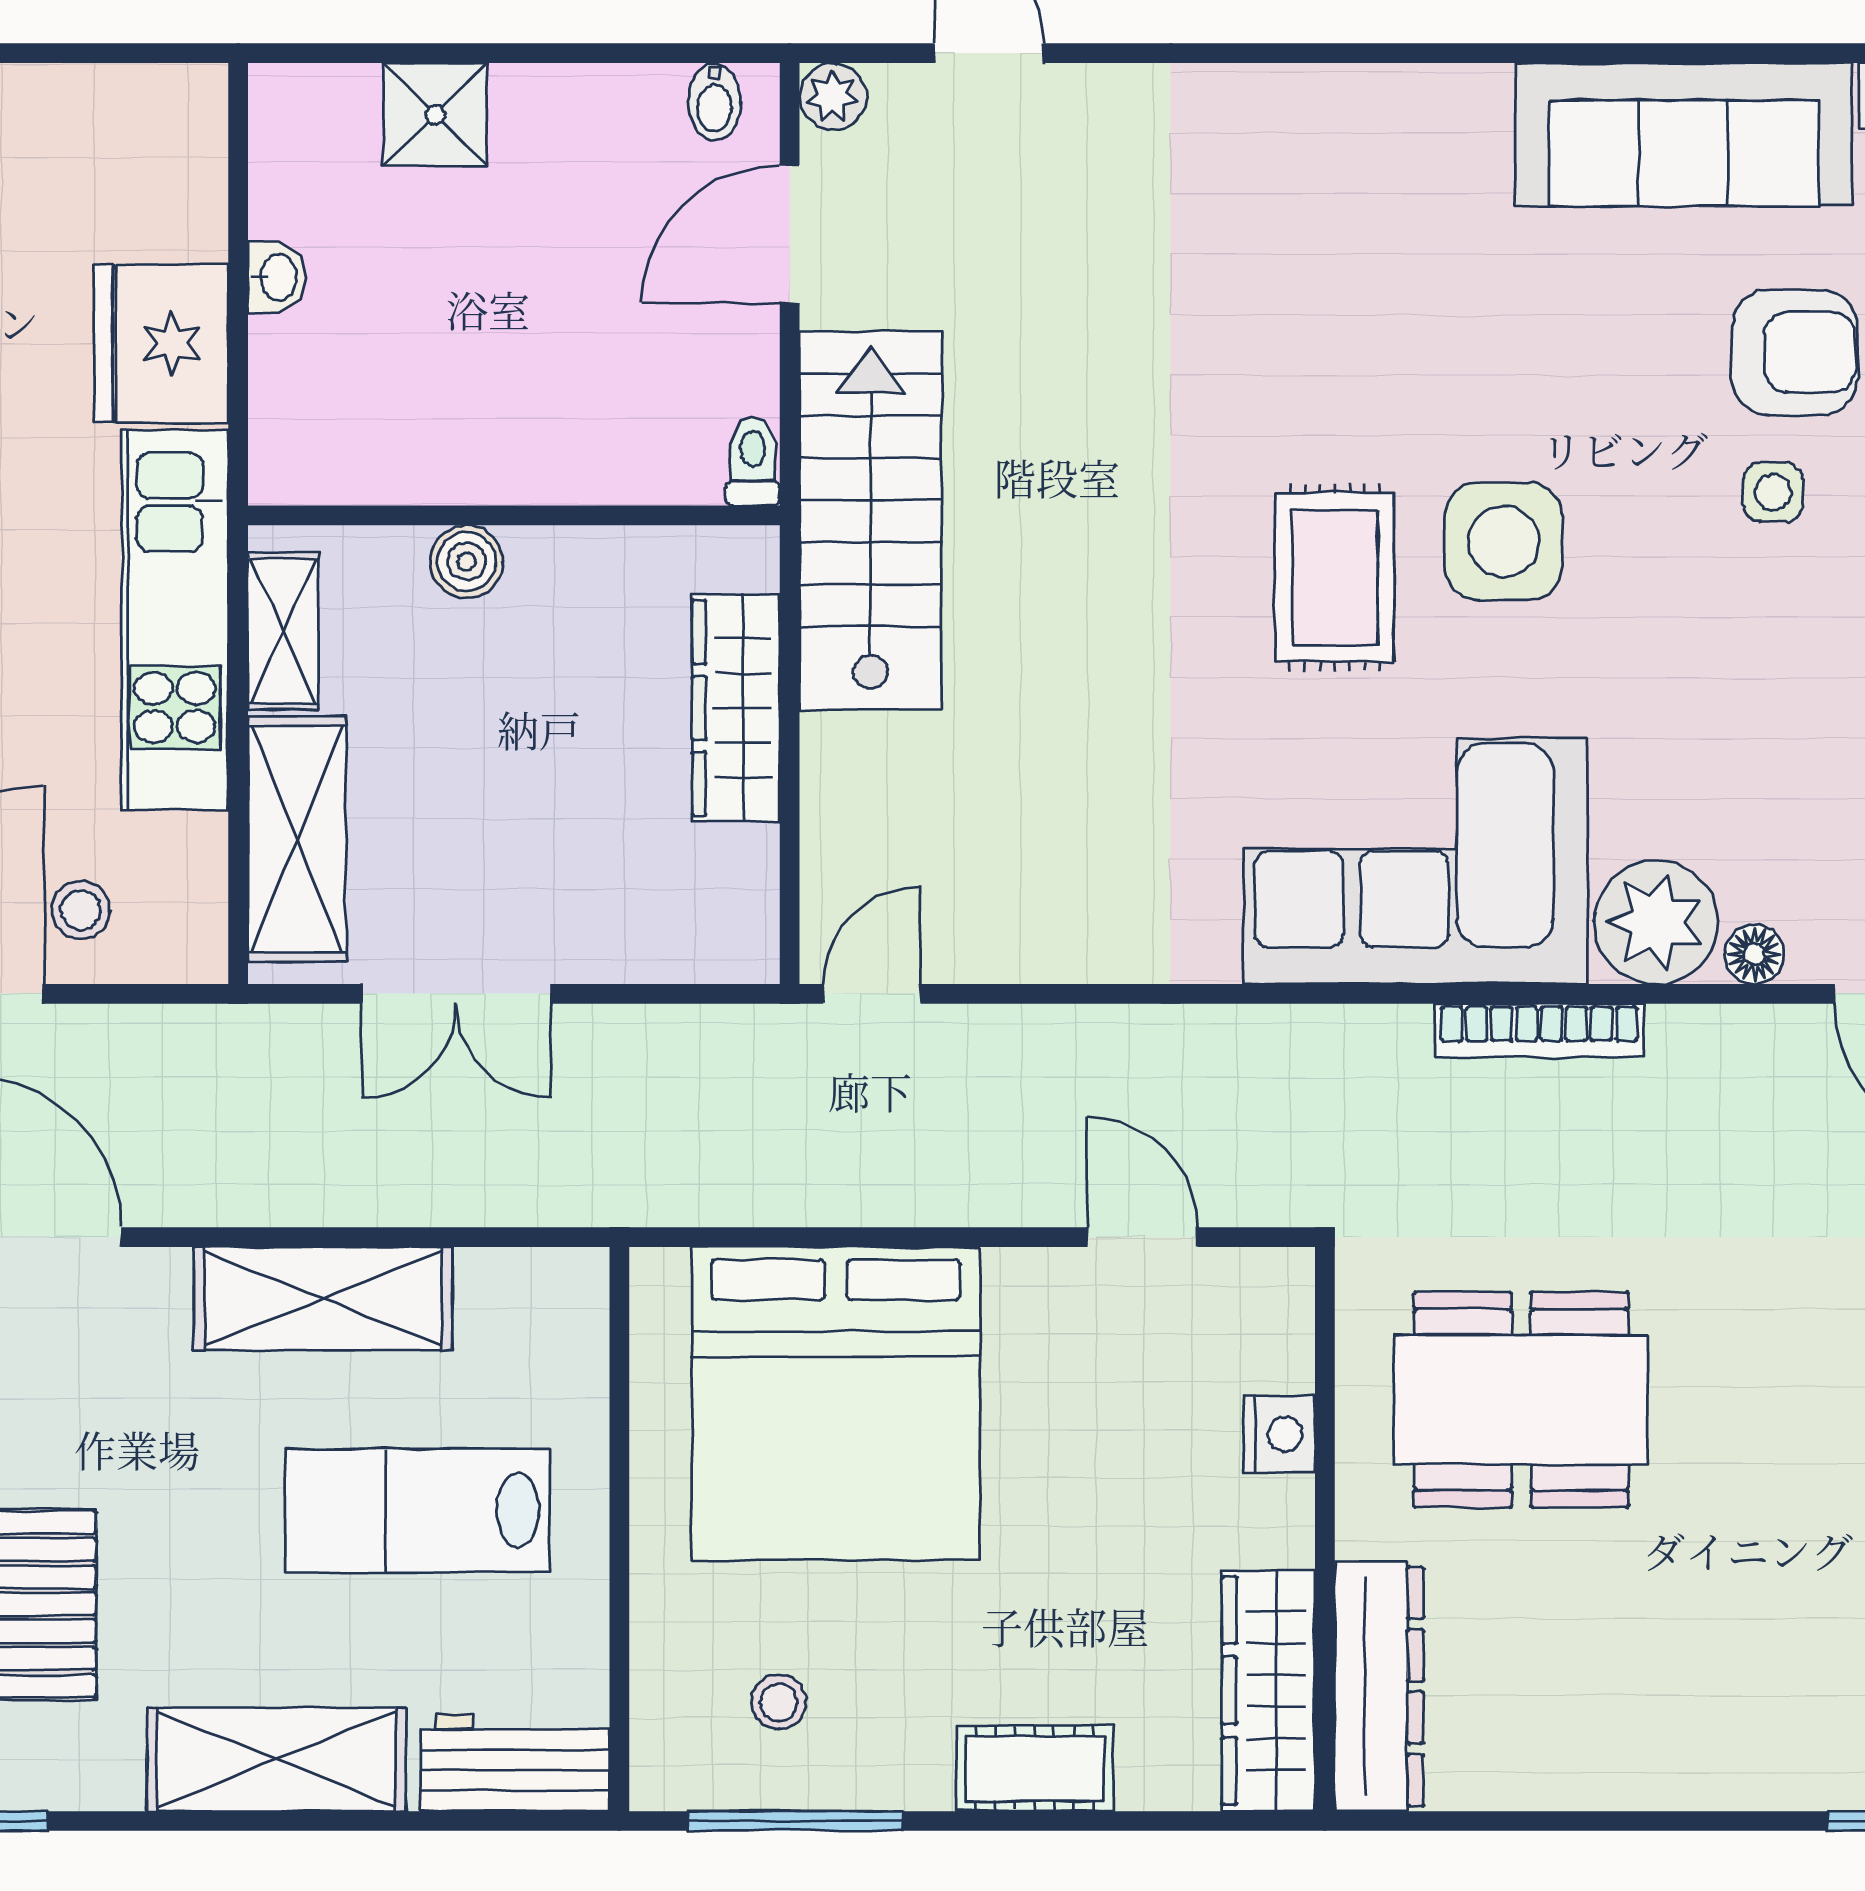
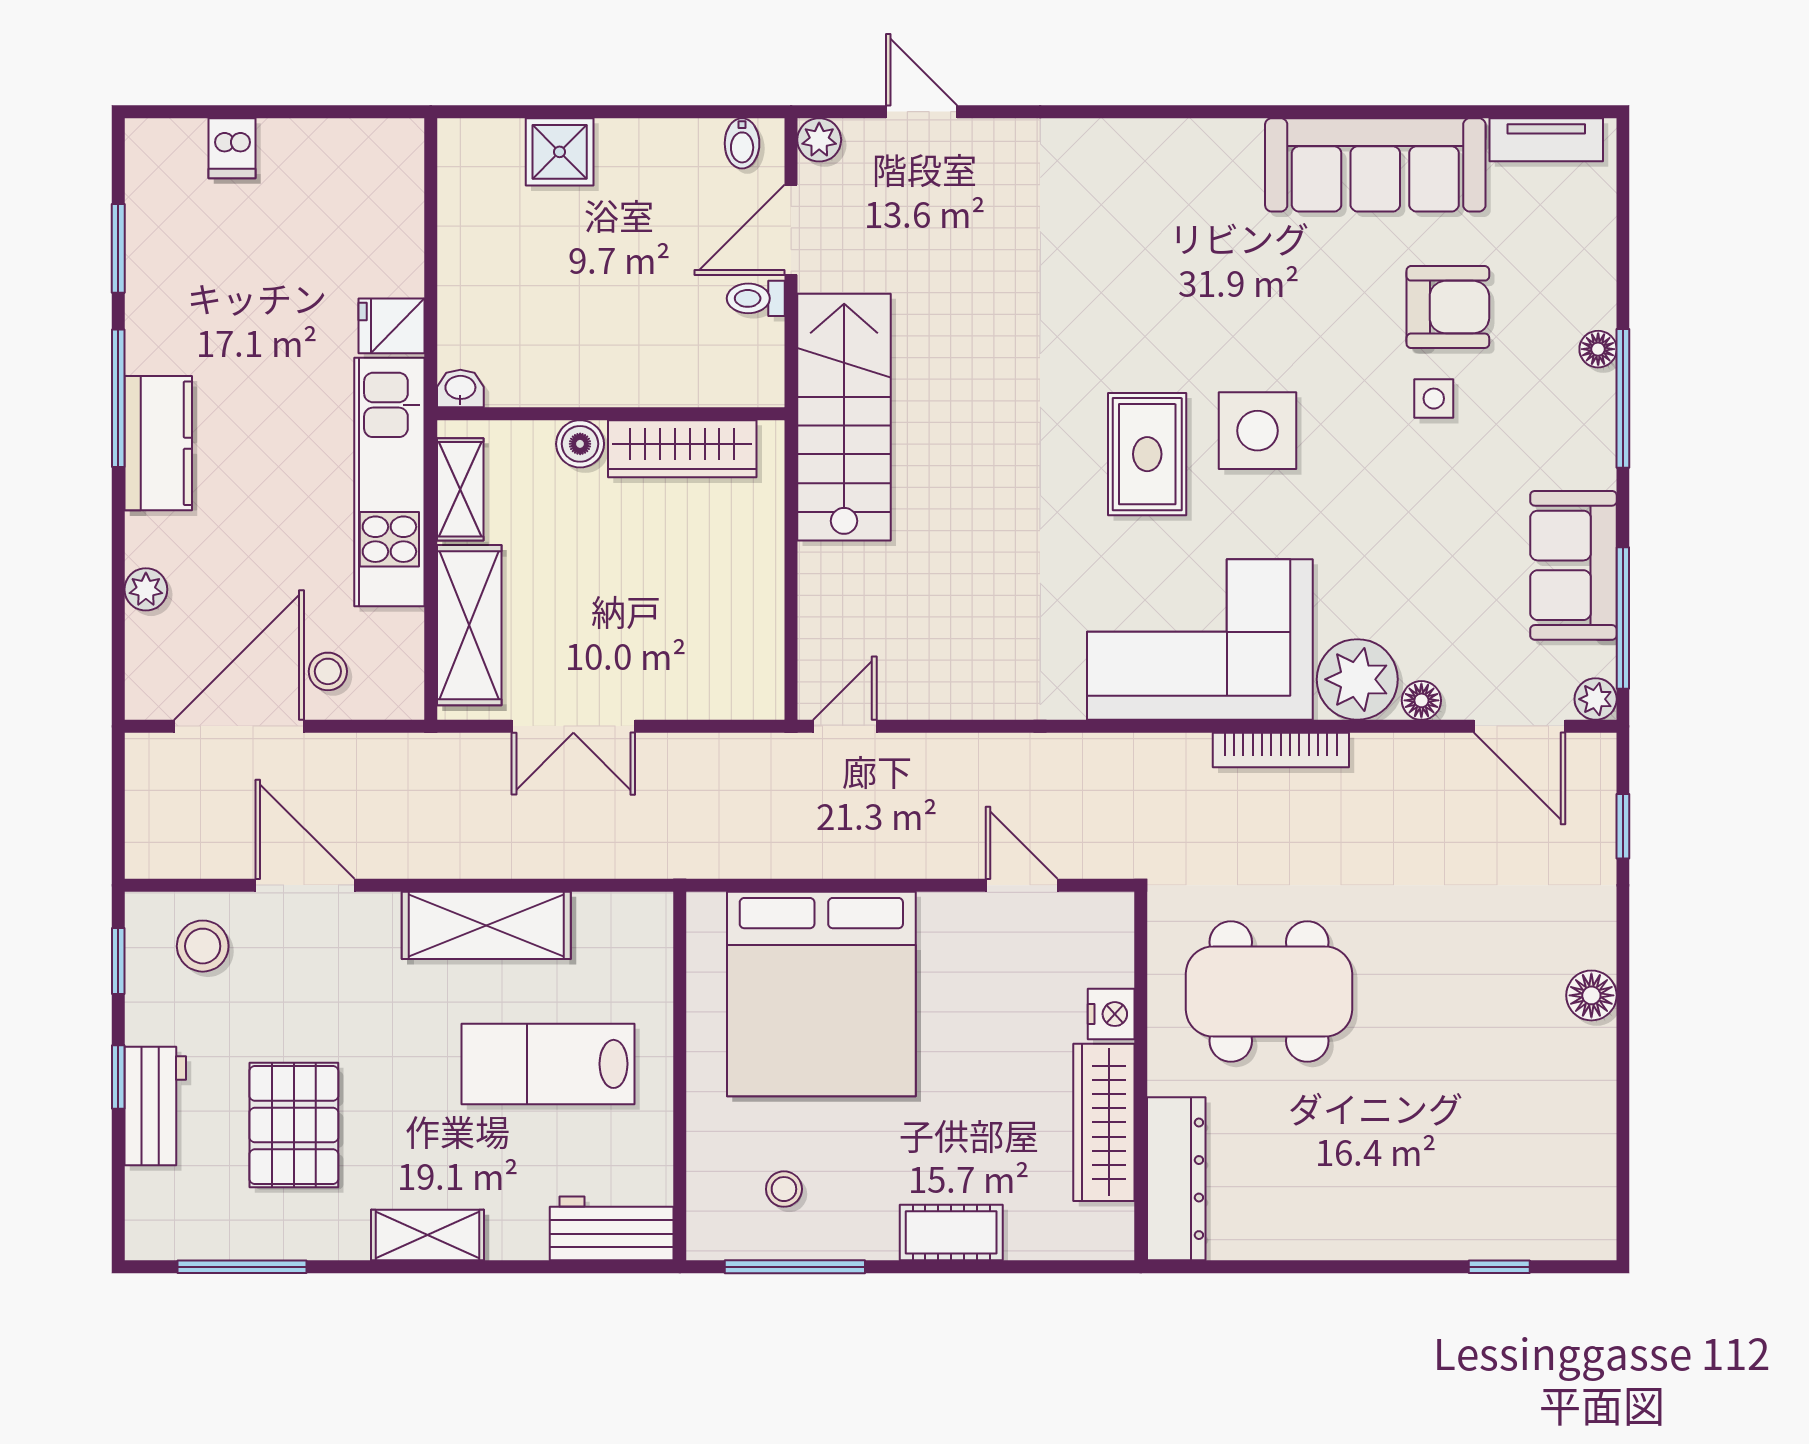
washbasin: (277, 277) -> (460, 389), moved, turned -90
fridge: (161, 344) -> (392, 326), width x0.53, depth x0.75
toilet: (753, 461) -> (756, 298), moved, turned -90
wardrobe: (736, 708) -> (682, 449), moved, turned -90
wardrobe: (1268, 1691) -> (1104, 1122), moved
shelving: (276, 1759) -> (427, 1235), width x0.67, depth x0.75

